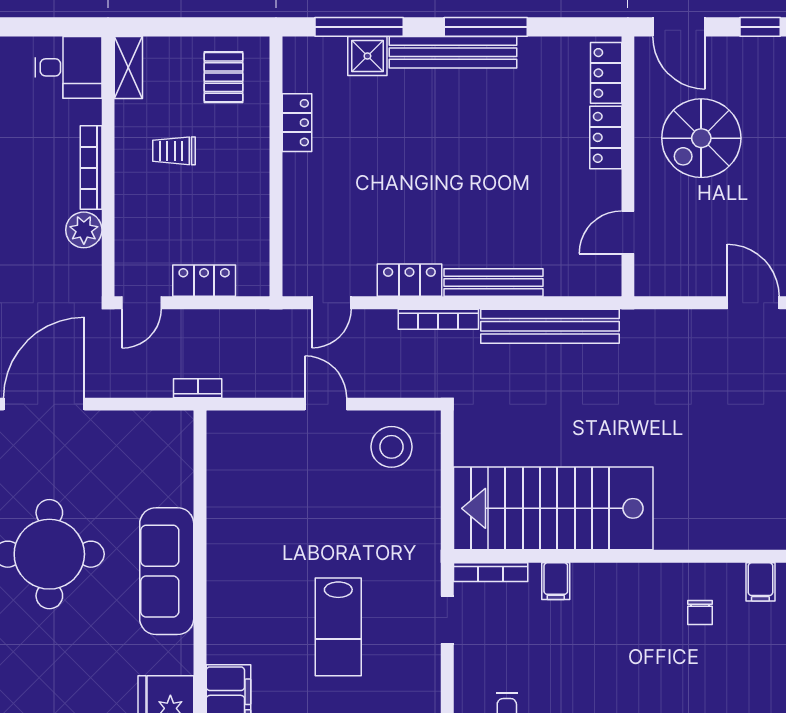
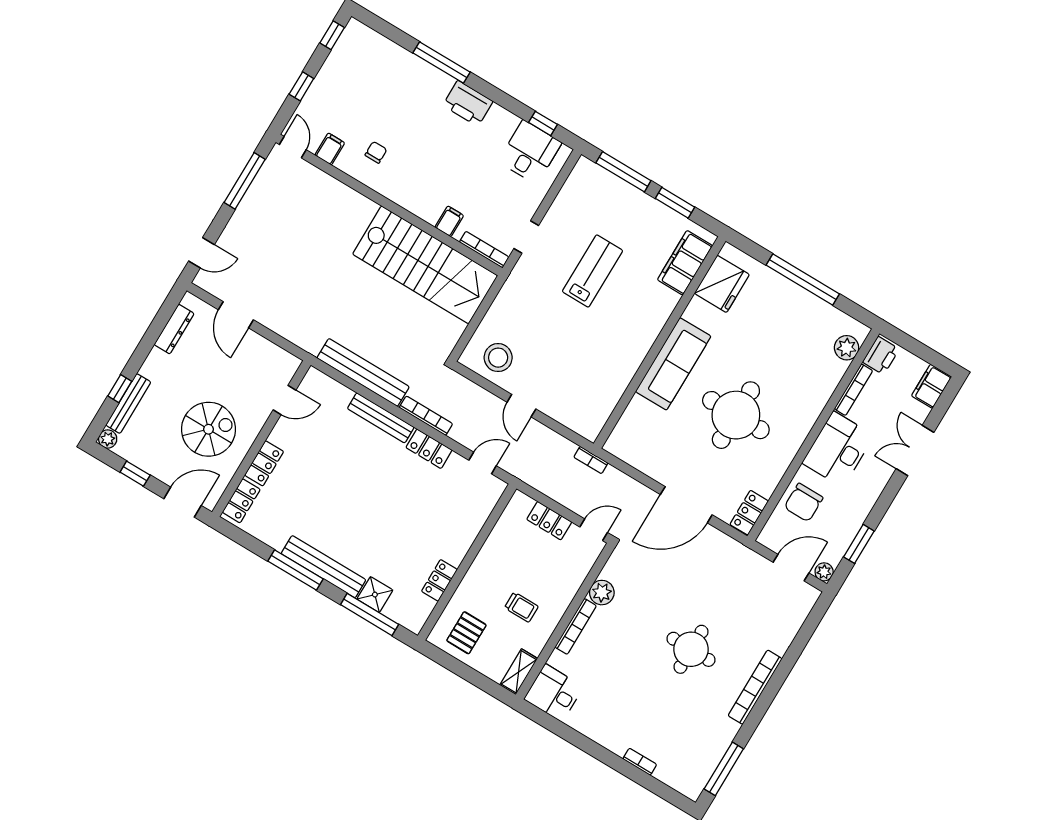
door: (679, 27) -> (183, 502), hinge flipped

